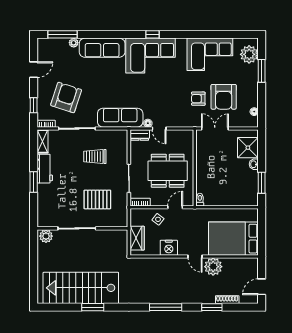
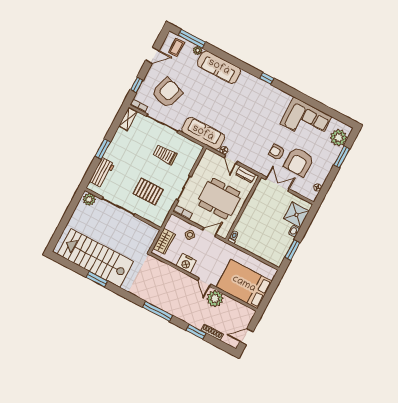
coffee table: (52, 50) -> (176, 47), added
corner sofa: (150, 56) -> (256, 95), removed
dresser: (140, 135) -> (246, 174), moved
workbench: (45, 169) -> (102, 173), moved

